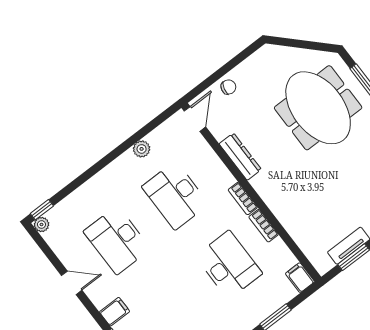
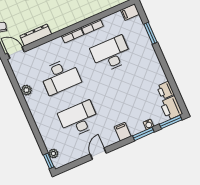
dresser: (240, 157) -> (36, 35), moved
plant: (41, 224) -> (53, 154), moved
desk: (117, 240) -> (79, 119), turned 180

